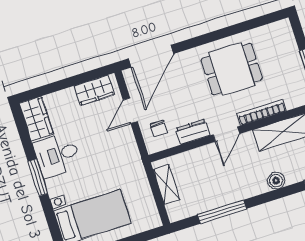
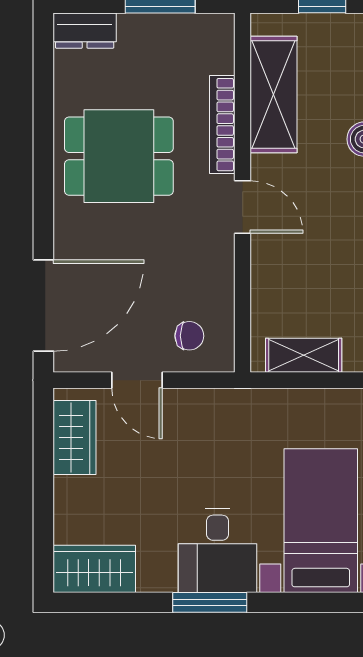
door: (151, 56) -> (43, 306), hinge flipped
dining table: (232, 69) -> (119, 156), turned 90
dresser: (193, 132) -> (85, 31), moved, turned -90
desk: (57, 155) -> (218, 550), moved

